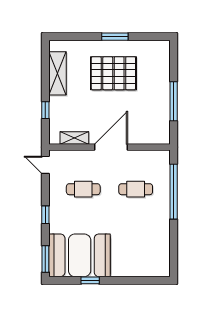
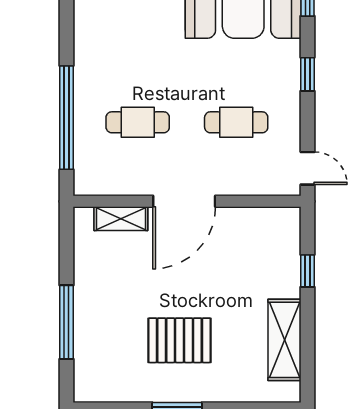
pallet: (113, 73) -> (180, 340), width x0.73, depth x0.71
window: (174, 101) -> (66, 322), moved
shelving: (74, 138) -> (121, 219), moved

